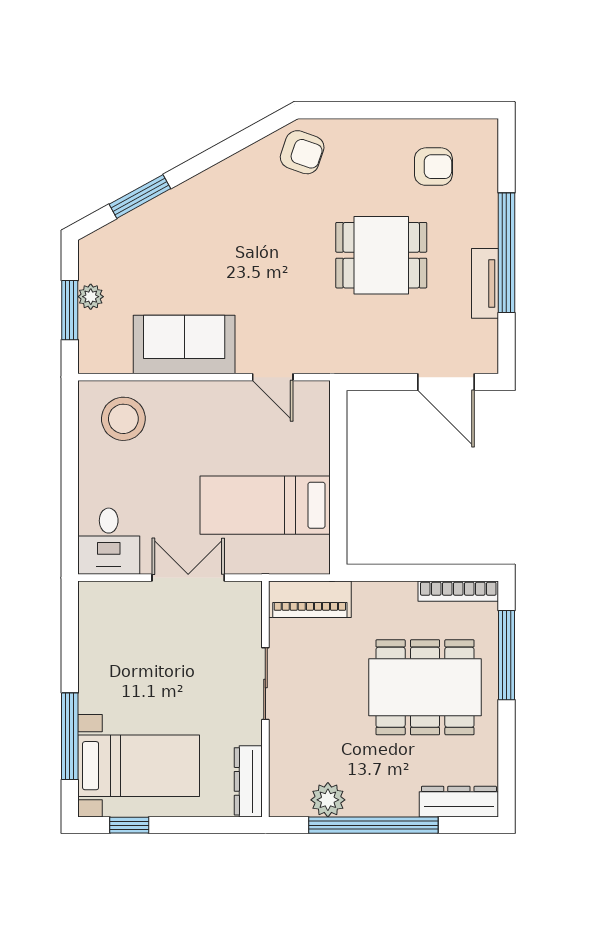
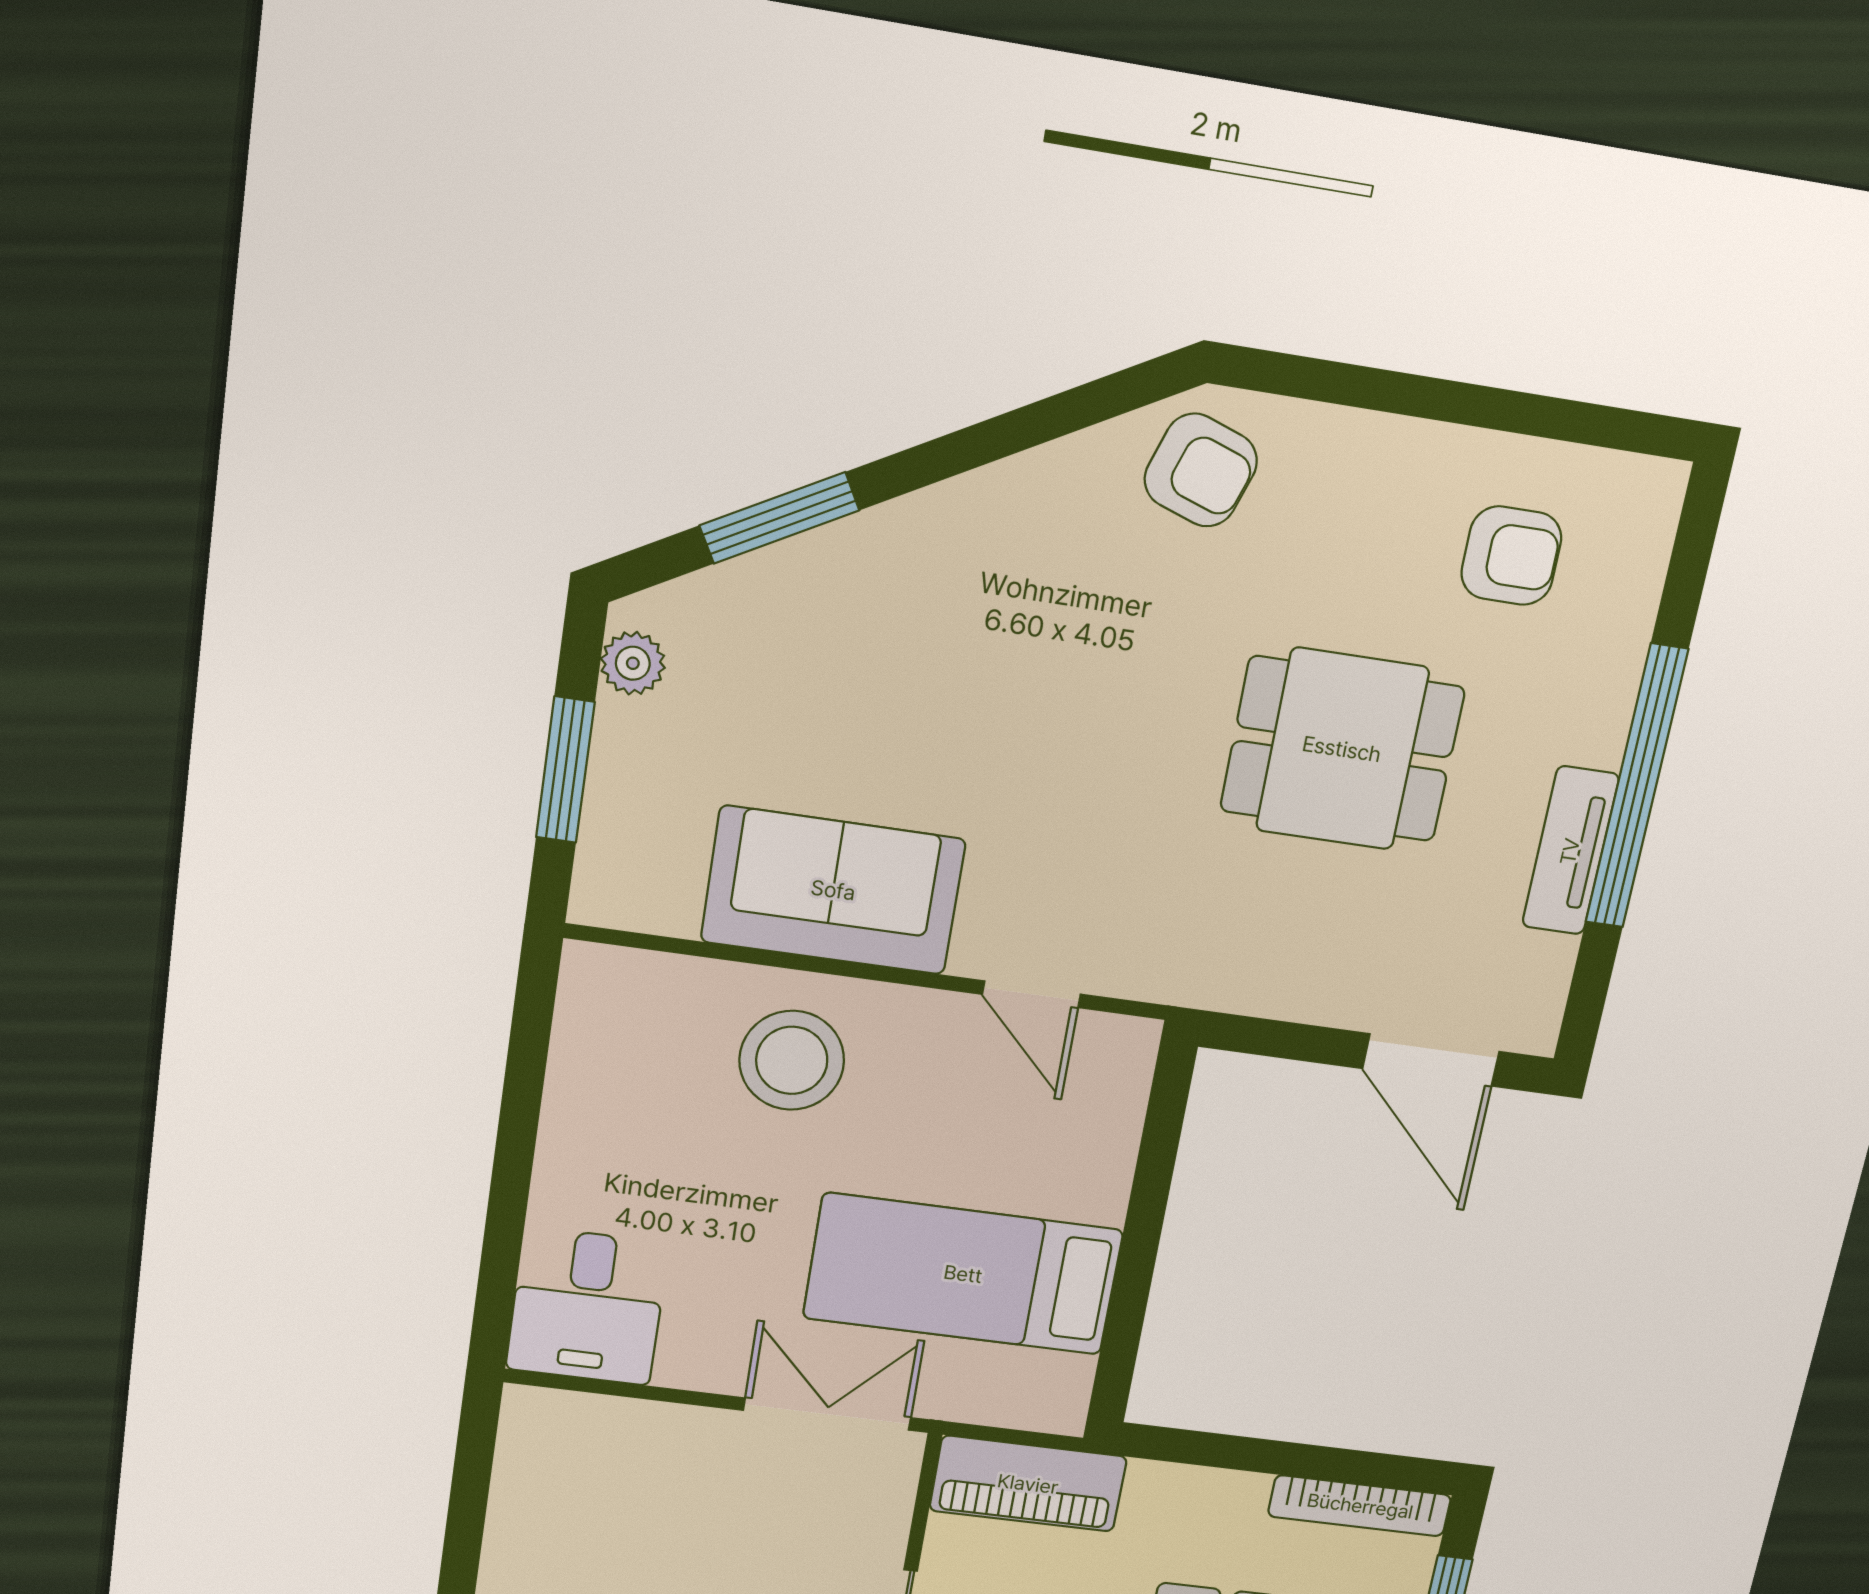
plant: (91, 297) -> (633, 663), moved
stool: (123, 419) -> (792, 1060), moved
double door: (188, 578) -> (827, 1414), moved

